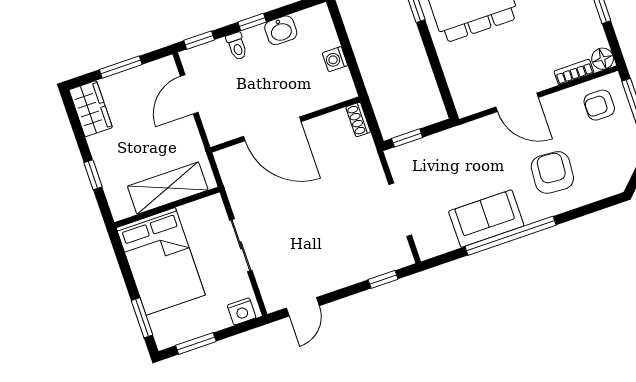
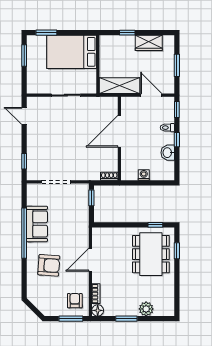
wardrobe: (91, 109) -> (149, 43), moved
shelving: (168, 188) -> (120, 86), moved, turned 90
nightstand: (242, 311) -> (32, 84), removed

